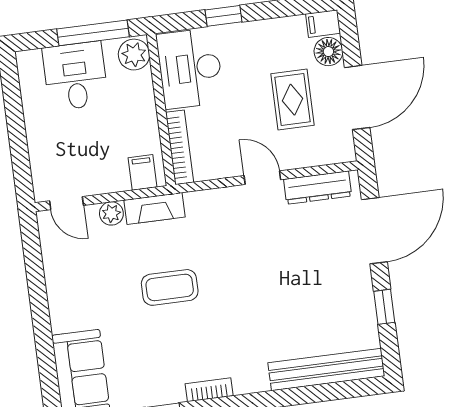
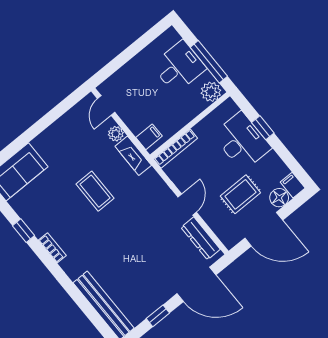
desk: (190, 68) -> (242, 141), moved, turned 90

